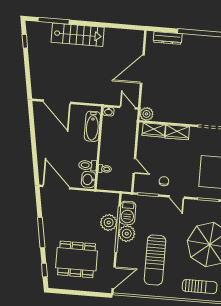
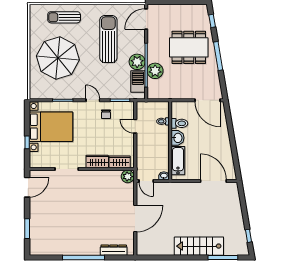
washbasin: (88, 179) -> (178, 138), moved
dining table: (77, 259) -> (189, 47), moved

